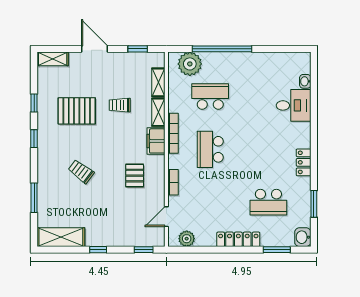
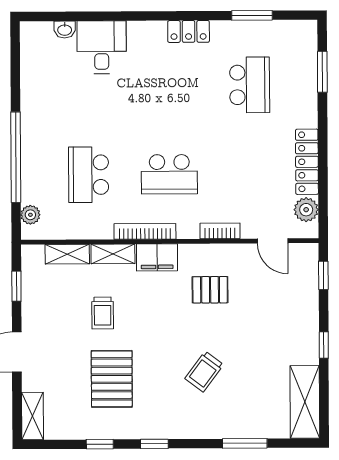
plant: (190, 64) -> (30, 215), width x0.53, depth x0.53
washbasin: (303, 237) -> (303, 32), removed
locker: (238, 239) -> (307, 162), moved

